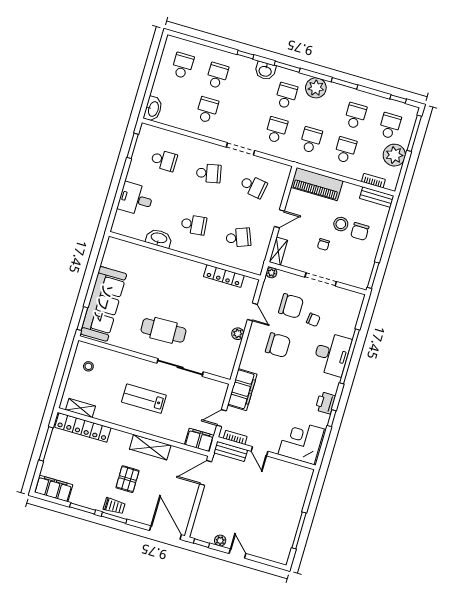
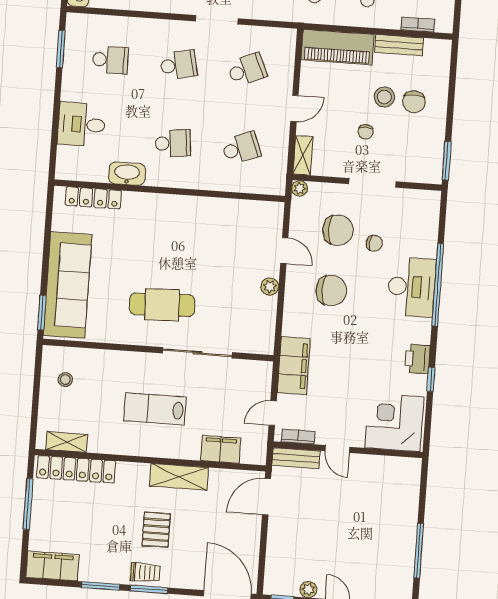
school desk: (253, 186) -> (247, 70), turned -33
bench: (377, 197) -> (399, 45), moved
locker: (224, 276) -> (93, 198), moved
filing cabinet: (199, 440) -> (221, 449), moved

